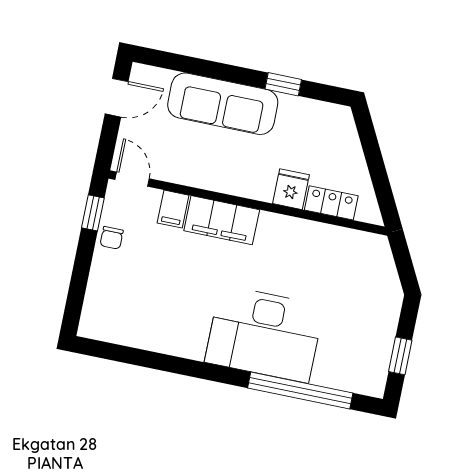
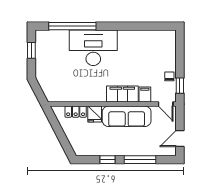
window: (213, 70) -> (140, 160), added
sofa: (223, 104) -> (127, 116), moved, turned 180

